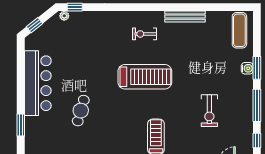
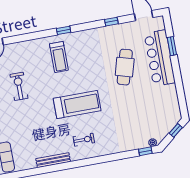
treadmill: (145, 77) -> (77, 105), turned 180
bar counter: (38, 83) -> (160, 58), moved
cafe table: (81, 111) -> (125, 67), width x1.37, depth x1.35

